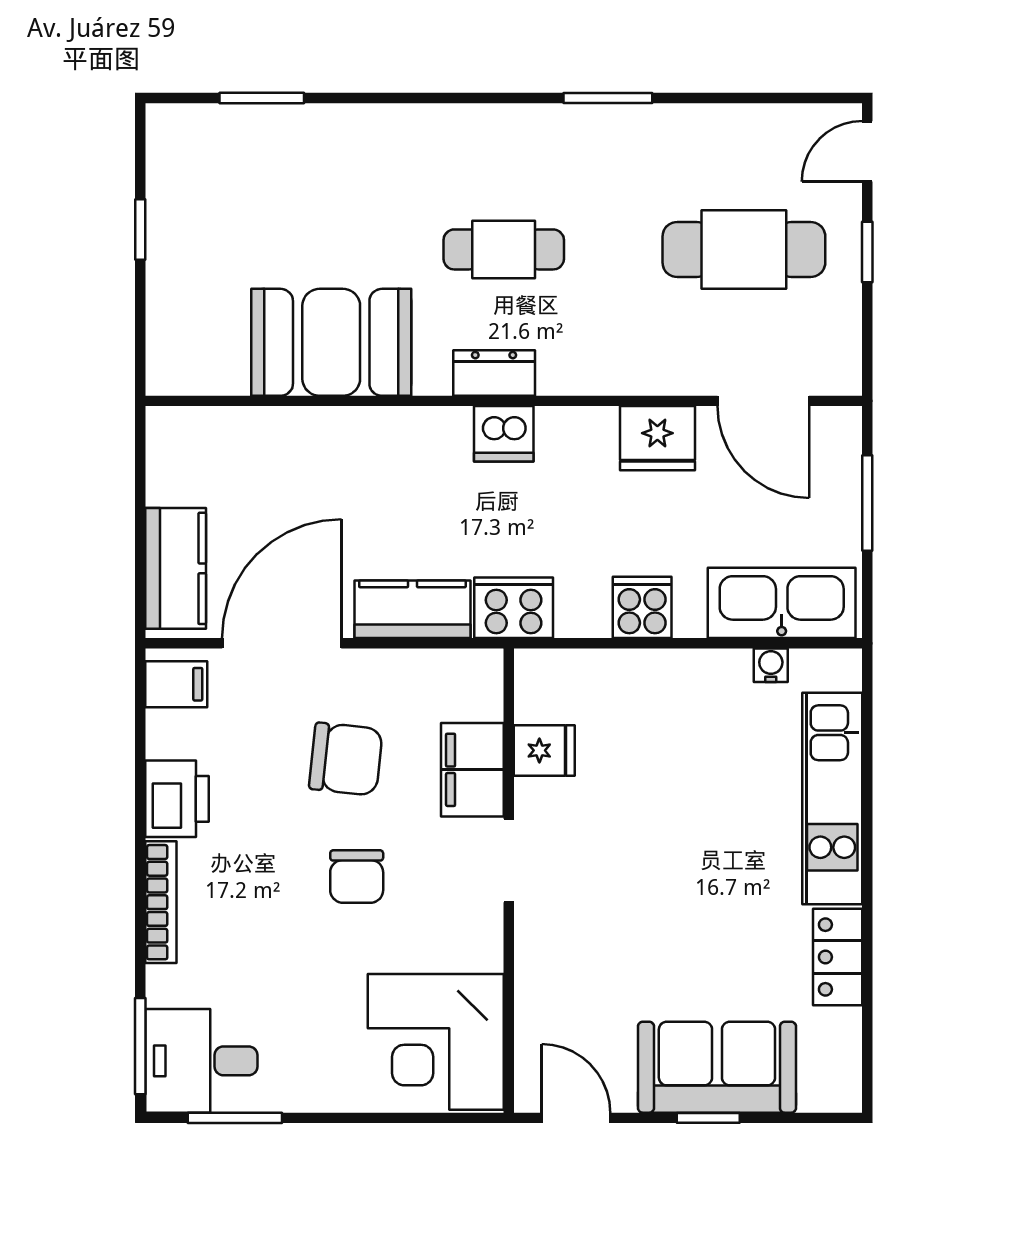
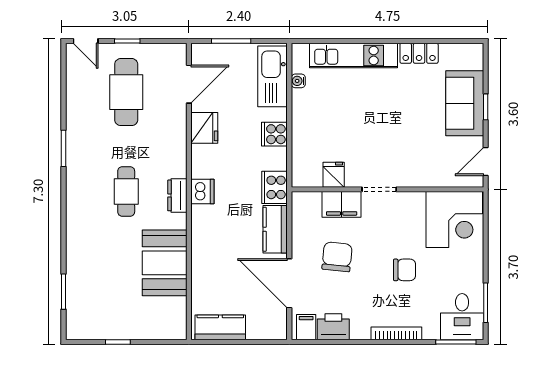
kitchen counter: (176, 568) -> (220, 327), moved
printer: (177, 799) -> (333, 327), moved
chair: (357, 877) -> (404, 270), moved

